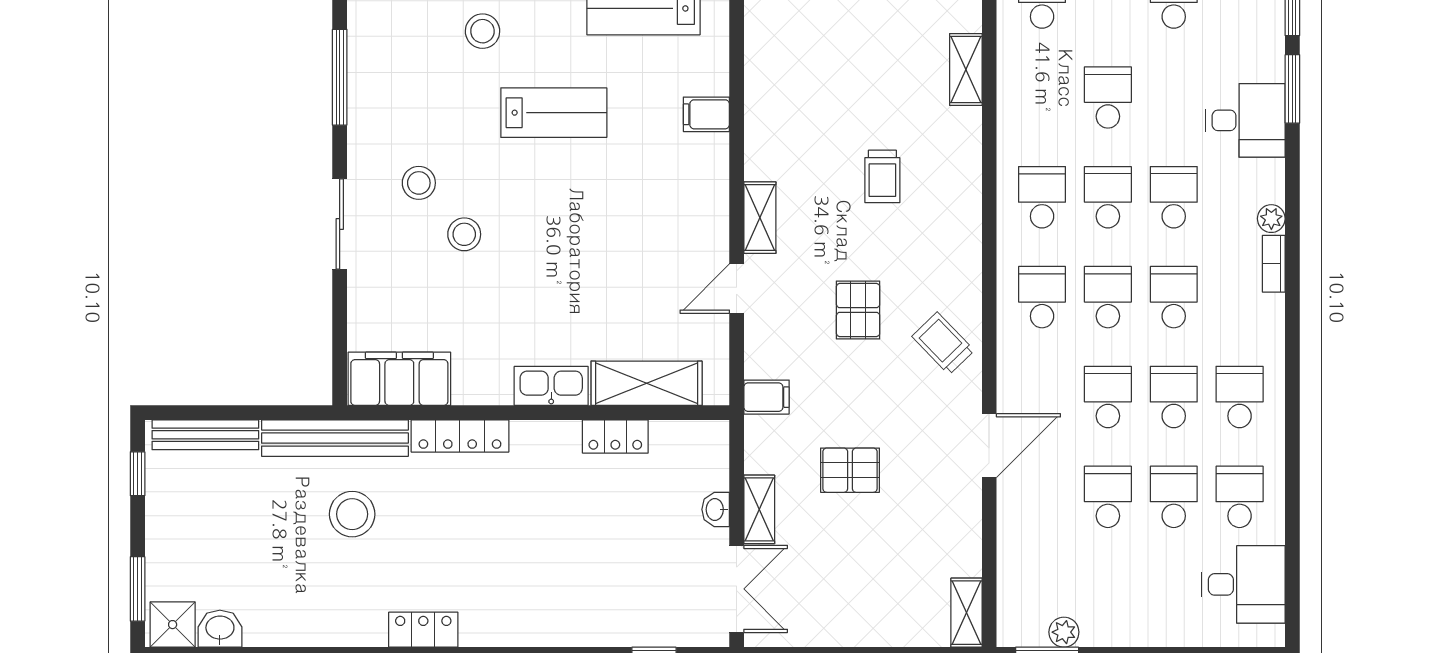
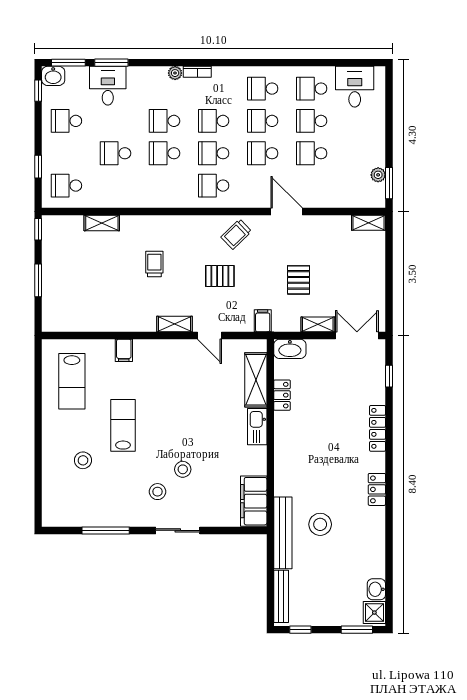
desk: (1245, 120) -> (108, 86), moved
trolley: (882, 176) -> (154, 264), turned -90
school desk: (1042, 197) -> (165, 186), removed
locker: (460, 436) -> (378, 428), moved, turned 180
washbasin: (716, 509) -> (290, 349), moved, width x1.91, depth x1.45

